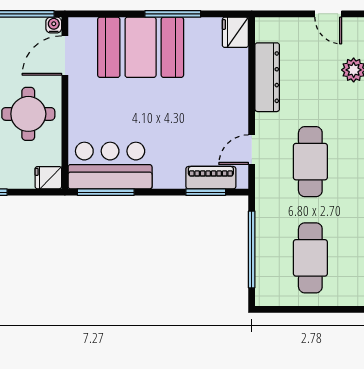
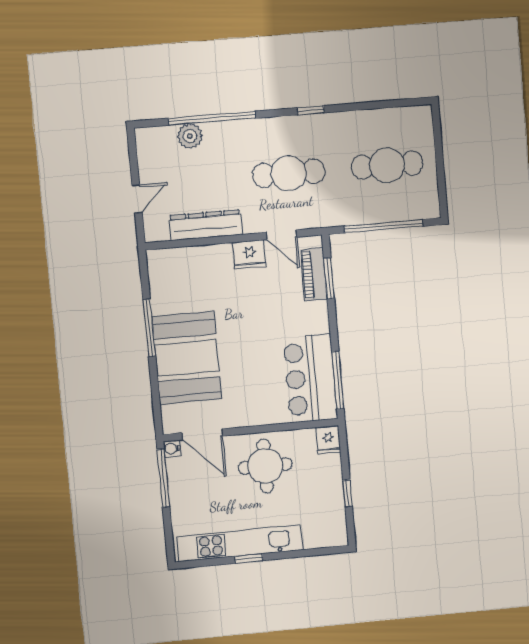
door: (328, 14) -> (137, 199), moved
fridge: (235, 32) -> (249, 254), moved

